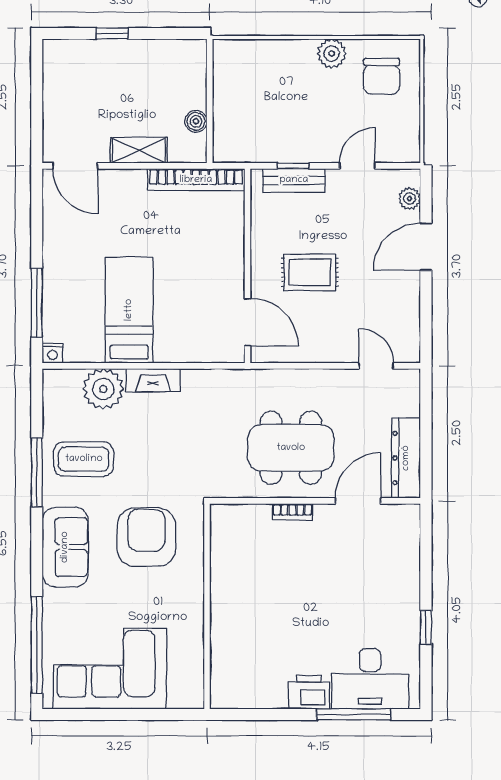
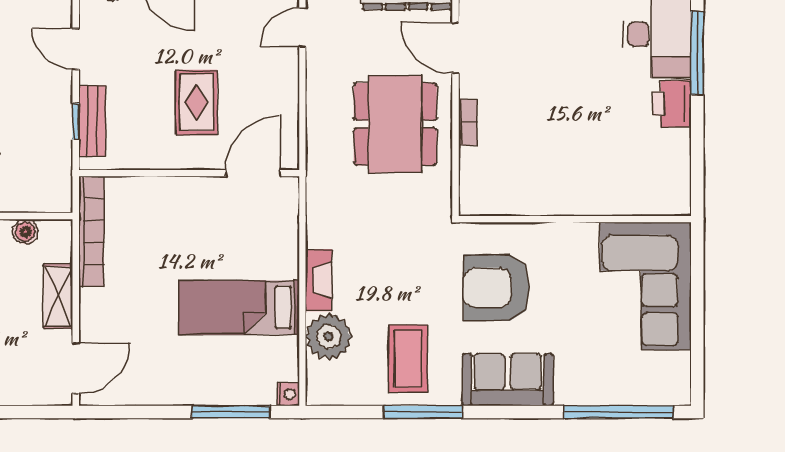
corner sofa: (110, 669) -> (646, 286), moved

